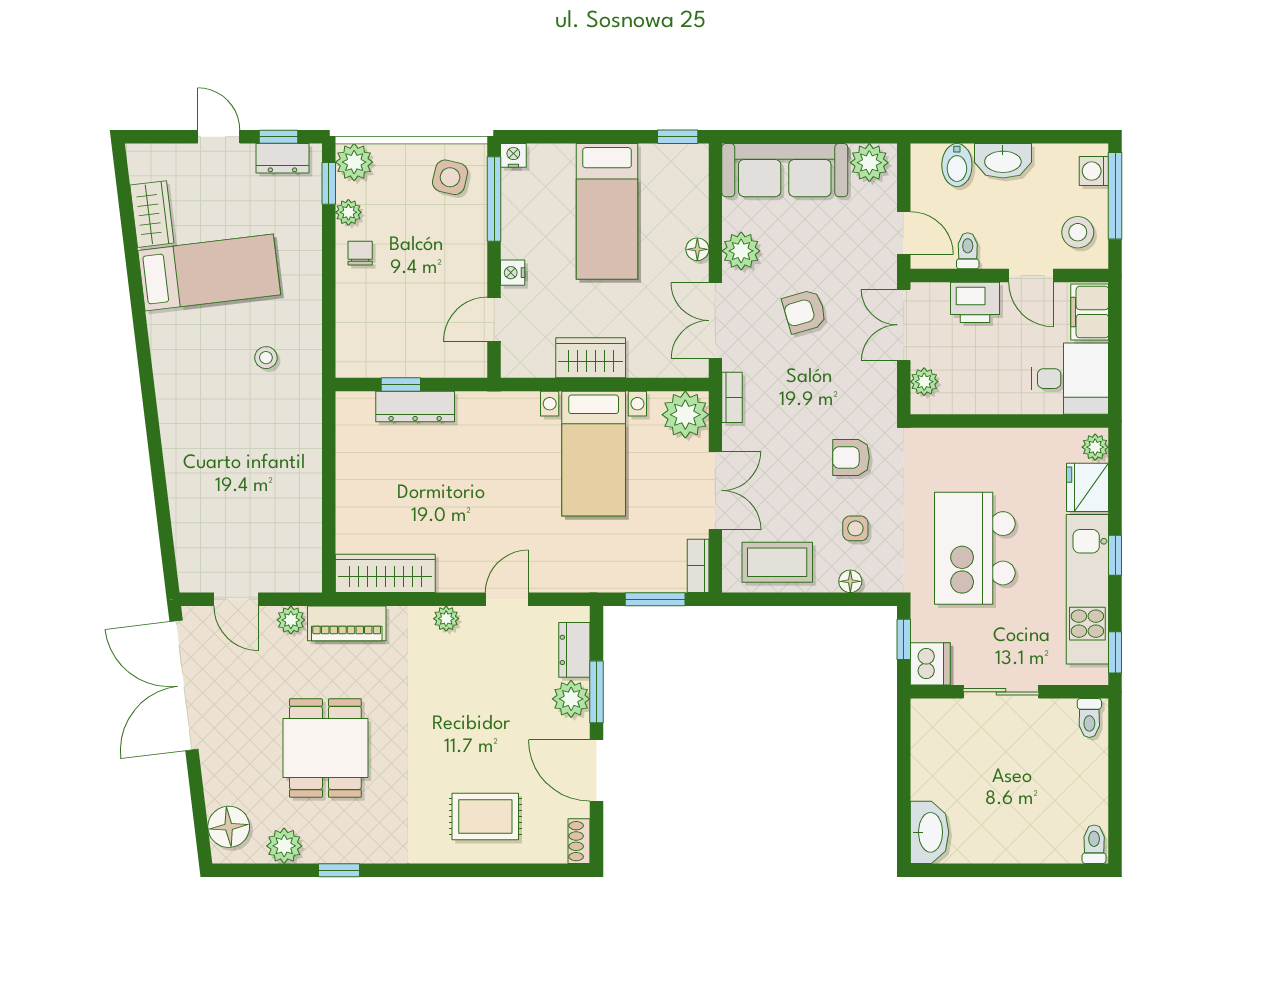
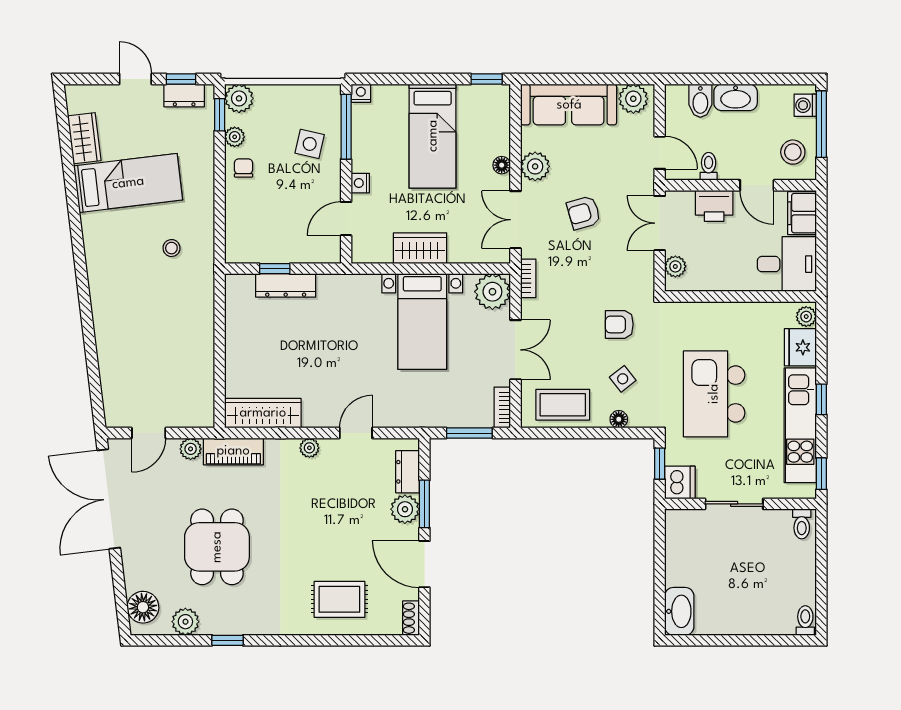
side table: (450, 177) -> (310, 144), moved
side table: (855, 528) -> (623, 379), turned -38
door: (236, 599) -> (149, 433), hinge flipped

